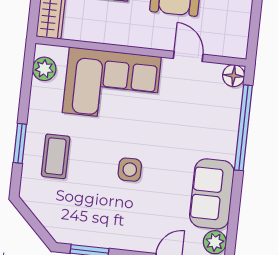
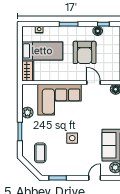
plant: (44, 69) -> (27, 113), moved
coffee table: (56, 156) -> (40, 153), moved

